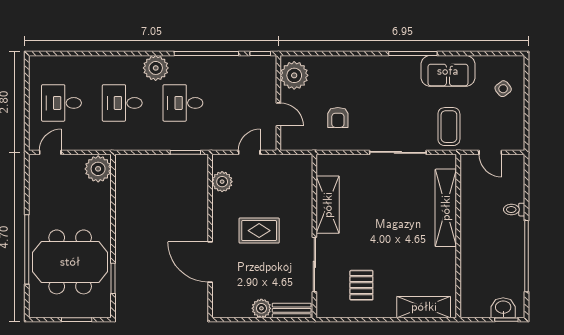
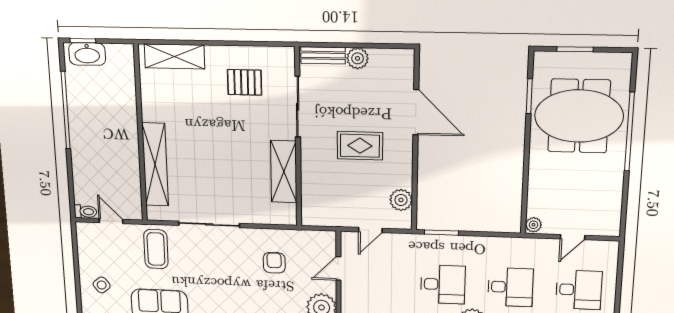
door: (278, 114) -> (338, 268), hinge flipped
door: (50, 152) -> (573, 237), moved
plant: (98, 169) -> (534, 225), width x0.53, depth x0.53
toilet: (514, 210) -> (85, 212), moved
pallet: (361, 285) -> (245, 82), turned 90
washbasin: (503, 308) -> (87, 54), width x1.38

